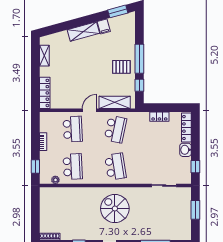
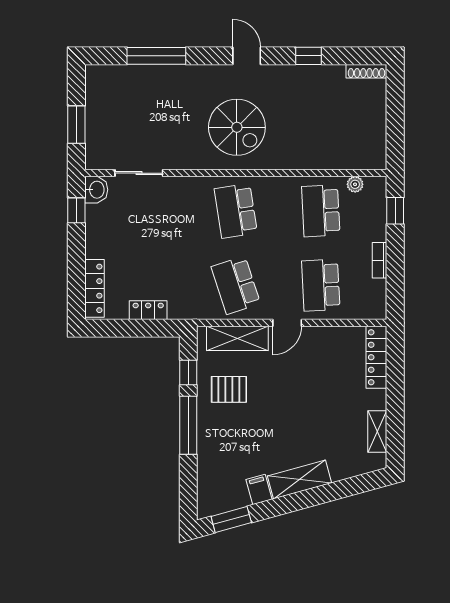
pallet: (121, 67) -> (229, 389), moved
school desk: (115, 129) -> (236, 285), turned -30
washbasin: (186, 150) -> (96, 190), moved

